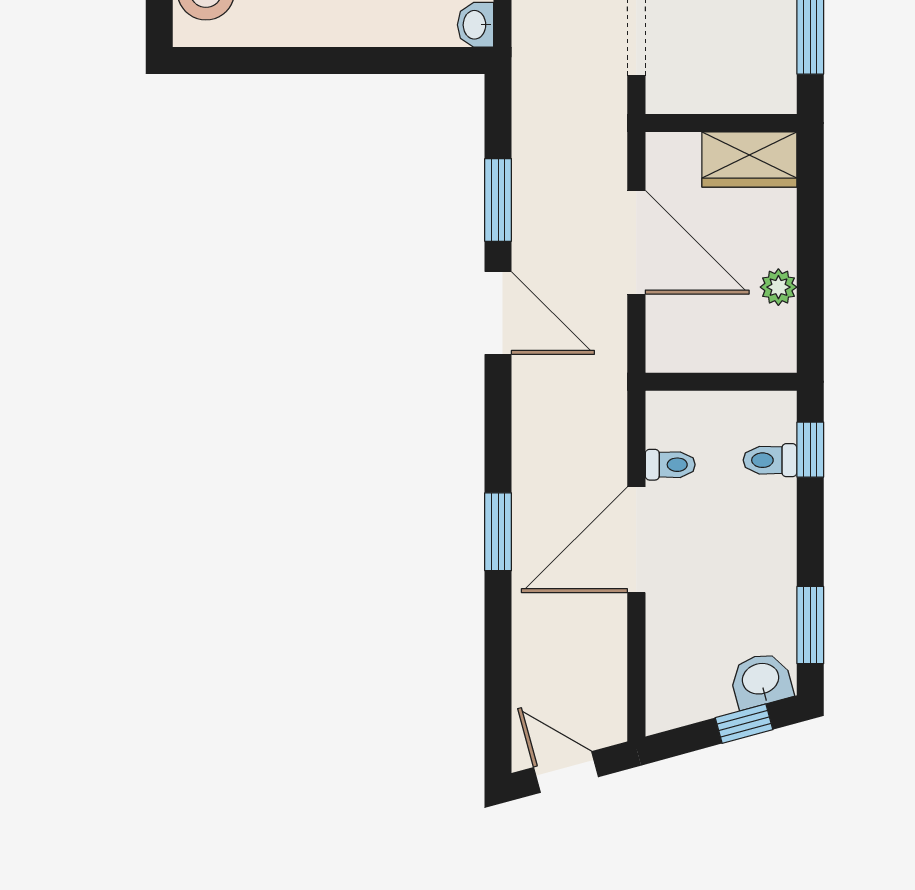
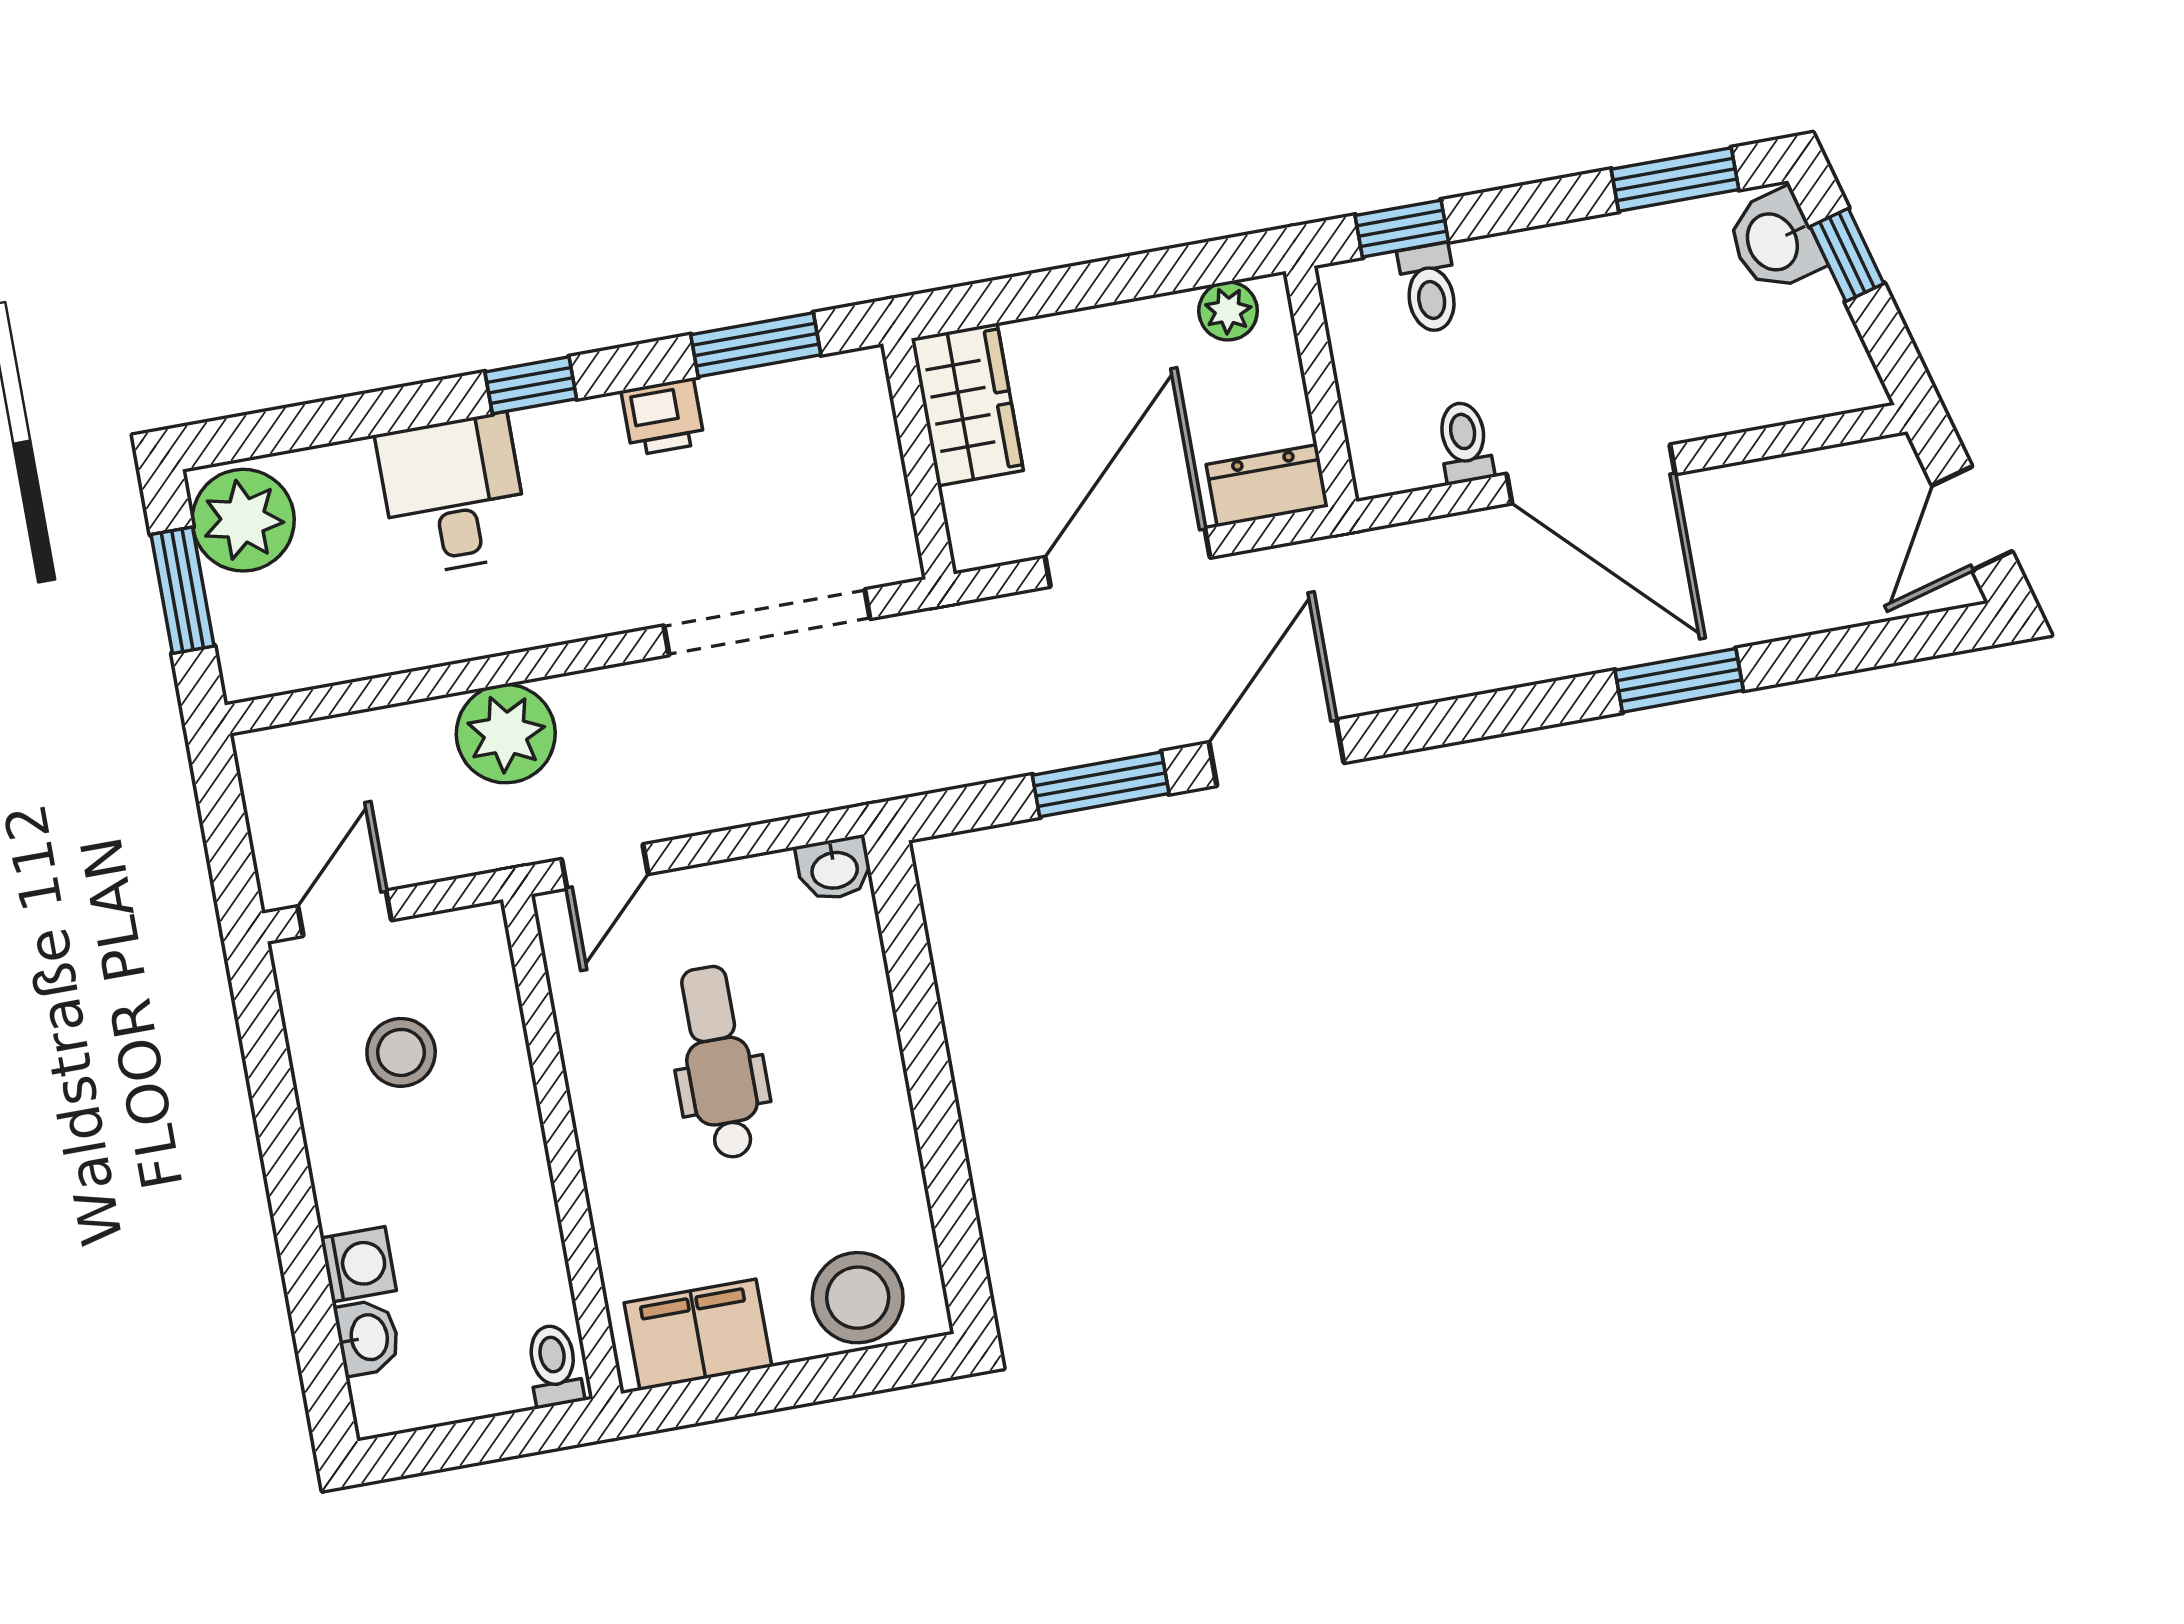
plant: (778, 287) -> (1228, 311), moved
dresser: (665, 337) -> (1267, 486), added
window: (498, 532) -> (1679, 680), moved

